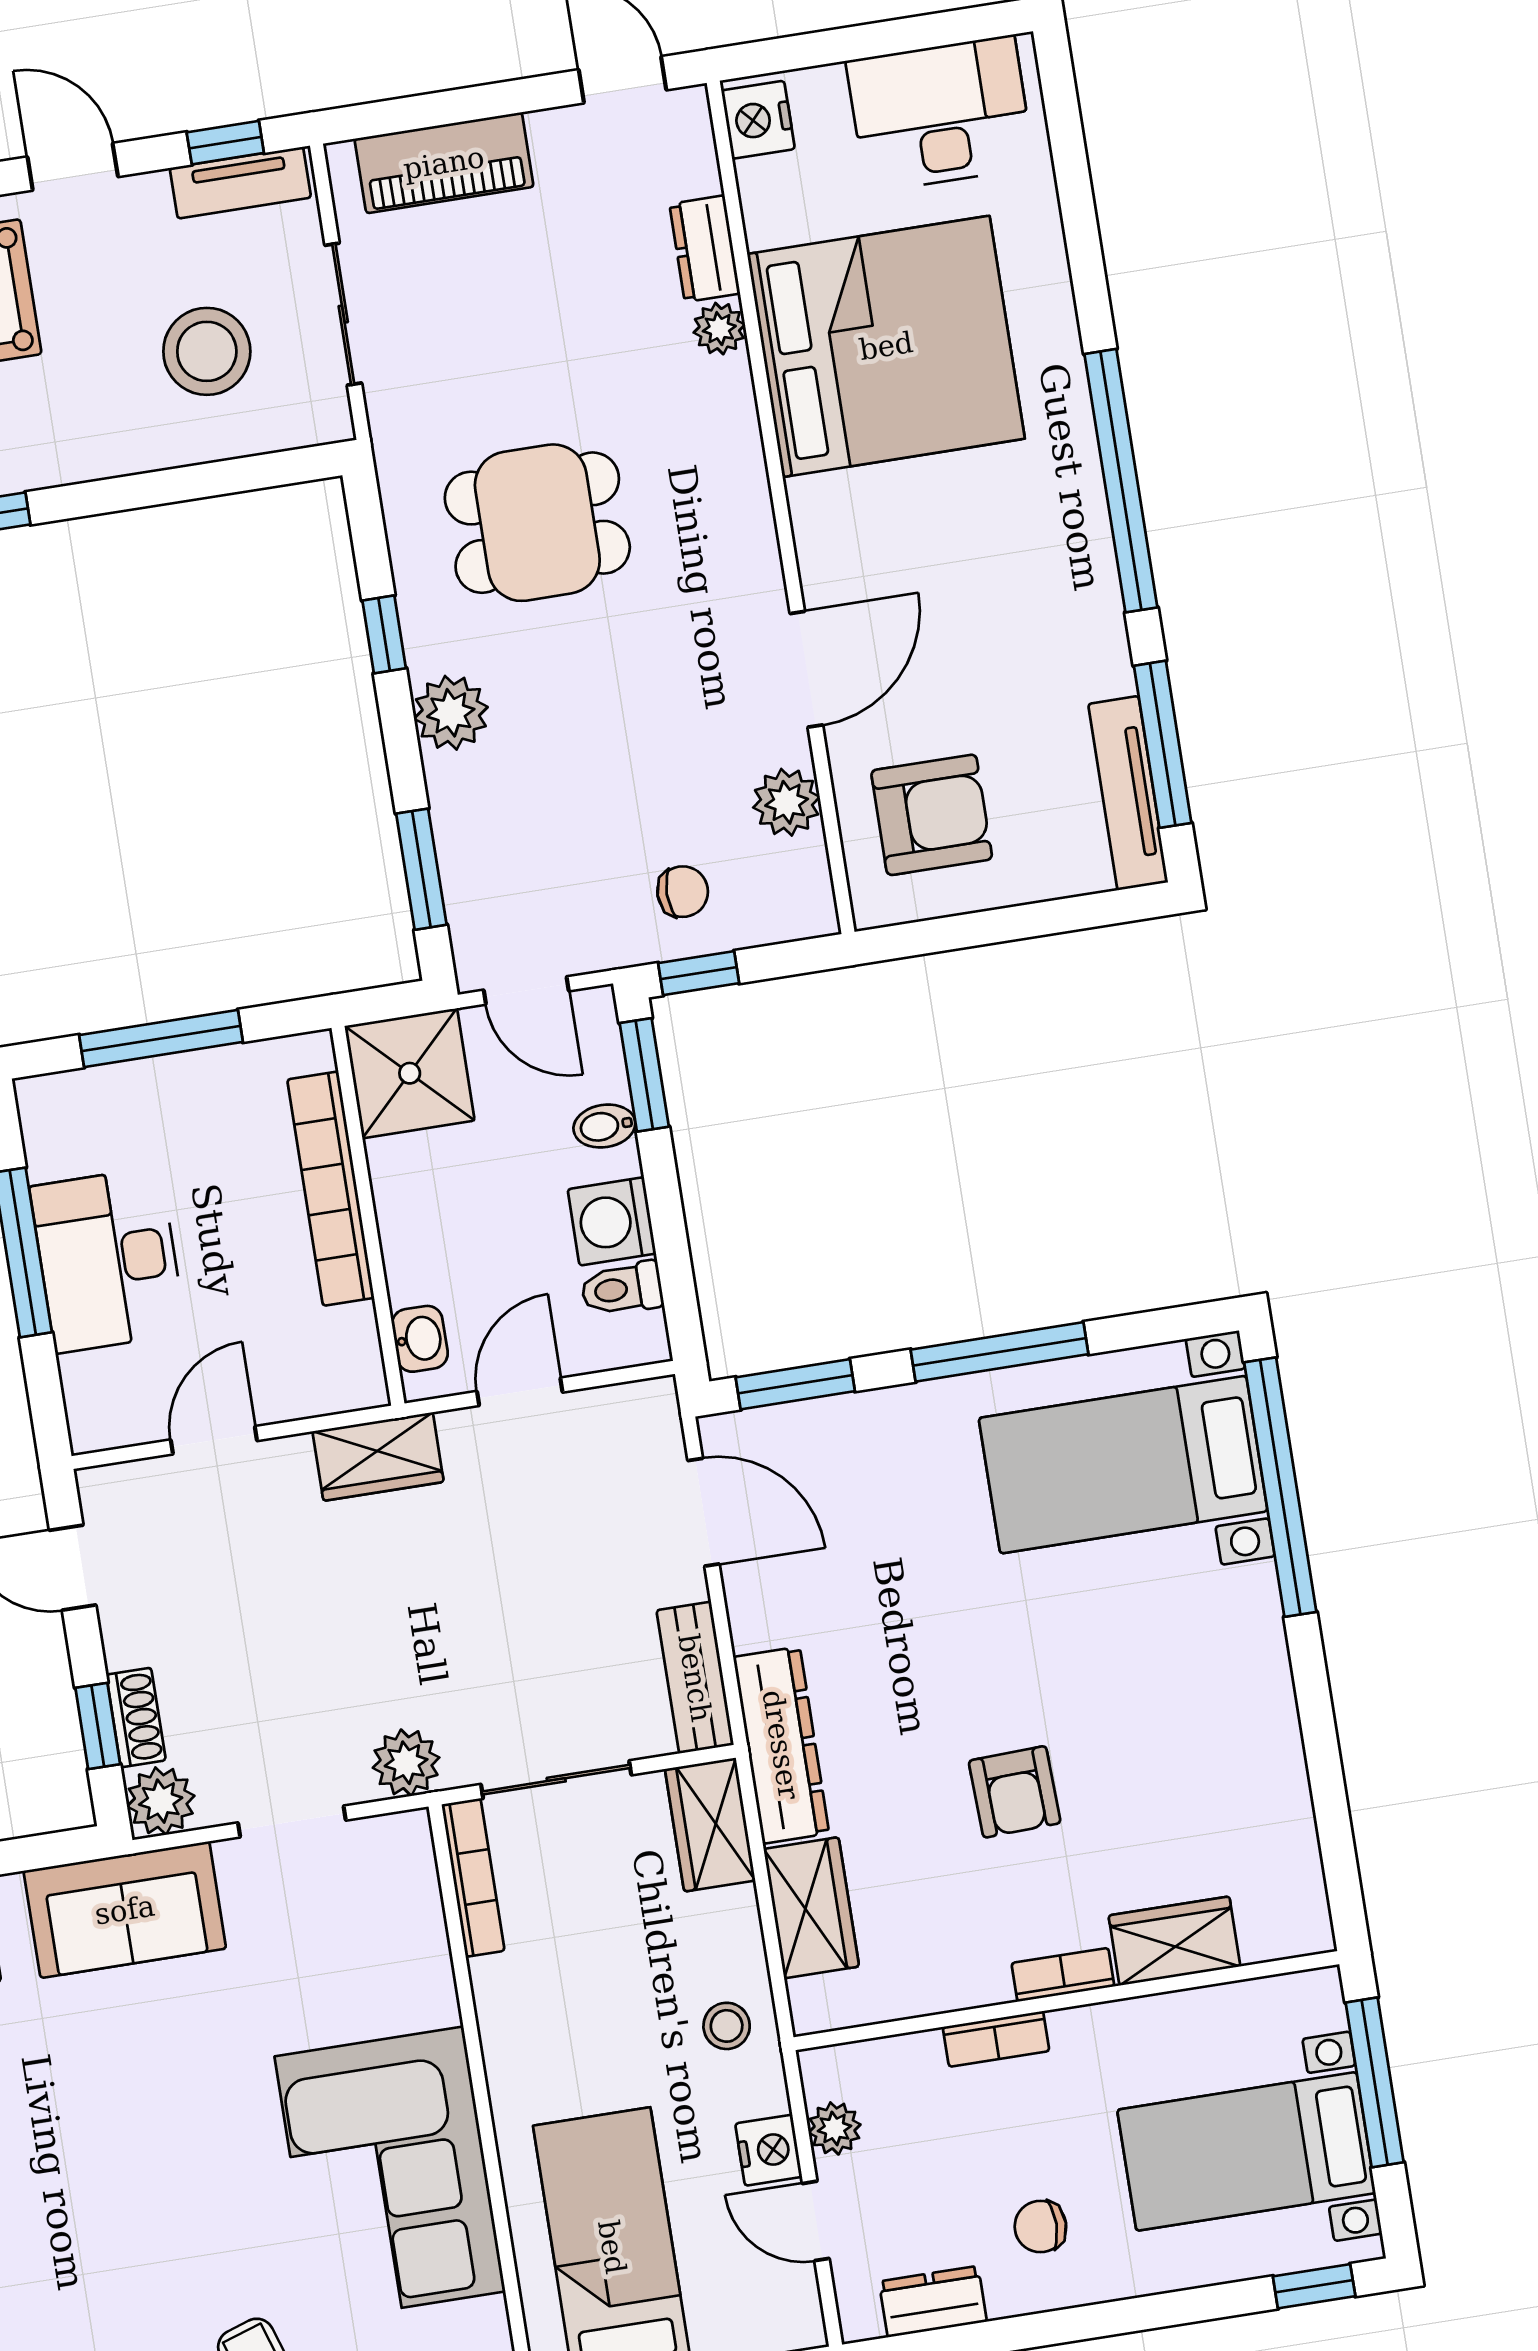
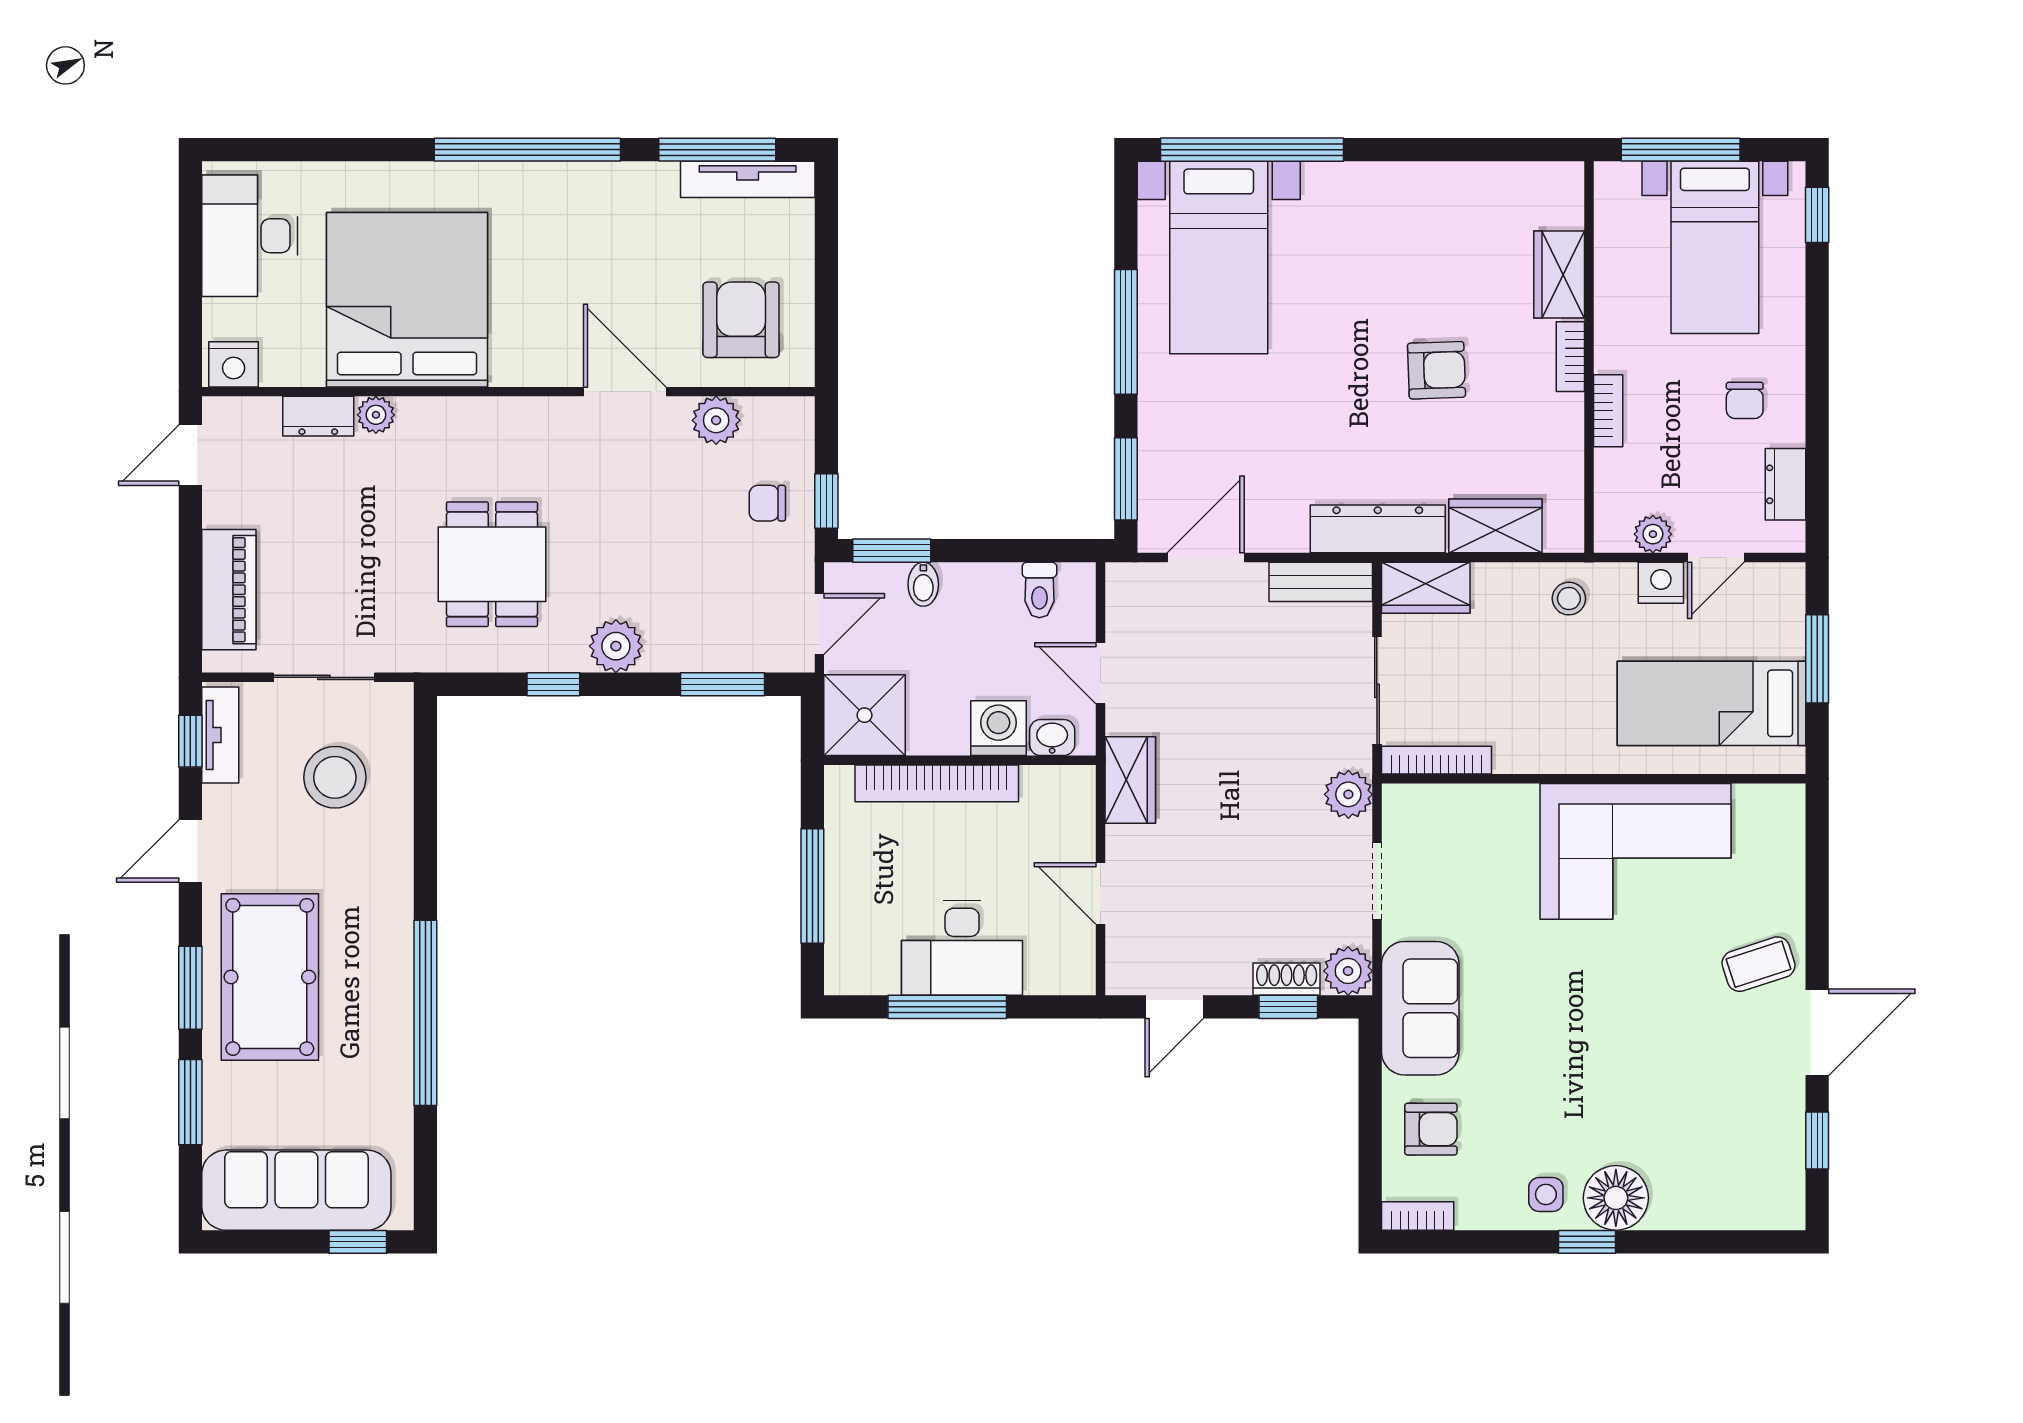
chair: (683, 892) -> (767, 503), turned -90
washing machine: (612, 1221) -> (998, 728), moved, turned 180

